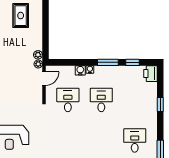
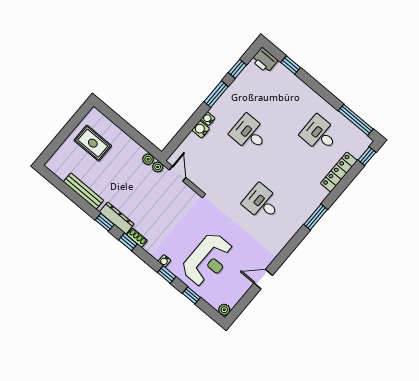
desk: (68, 100) -> (262, 203), moved
window: (160, 105) -> (291, 65), moved

